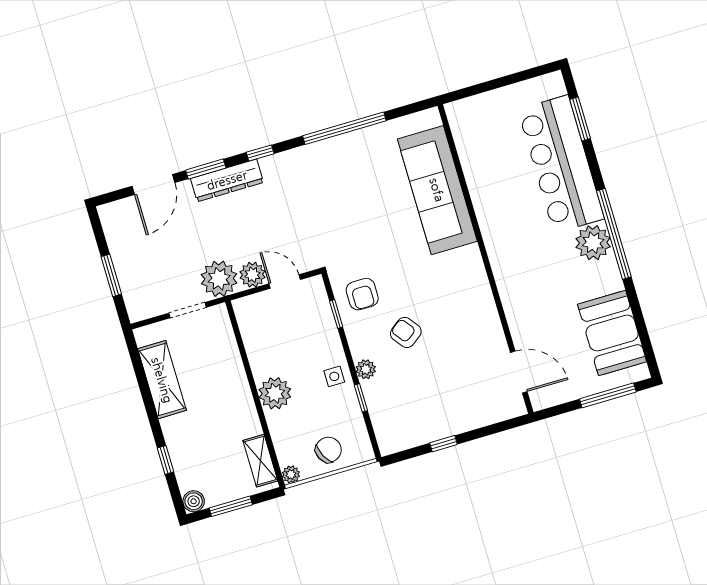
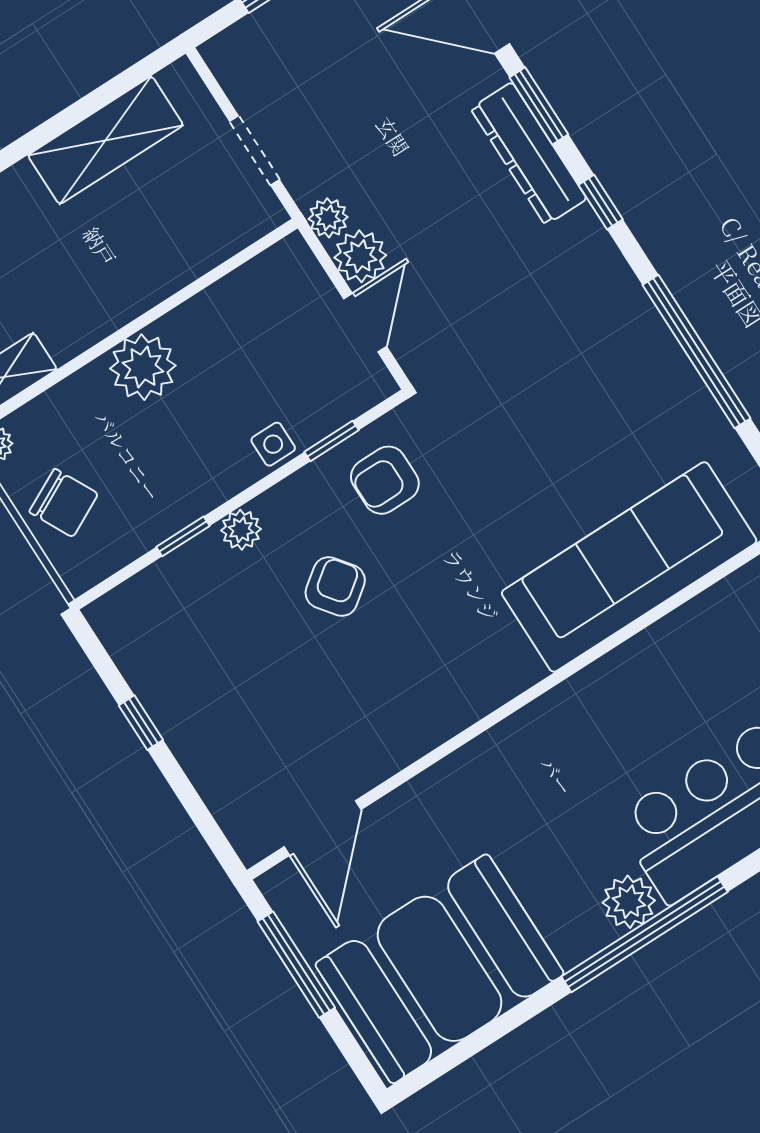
plant: (593, 243) -> (629, 902), width x0.73, depth x0.73
plant: (219, 279) -> (328, 218), width x0.53, depth x0.53
booth: (612, 333) -> (440, 969), width x1.36, depth x1.42
side table: (334, 376) -> (273, 444), moved
window: (608, 395) -> (296, 965), moved

